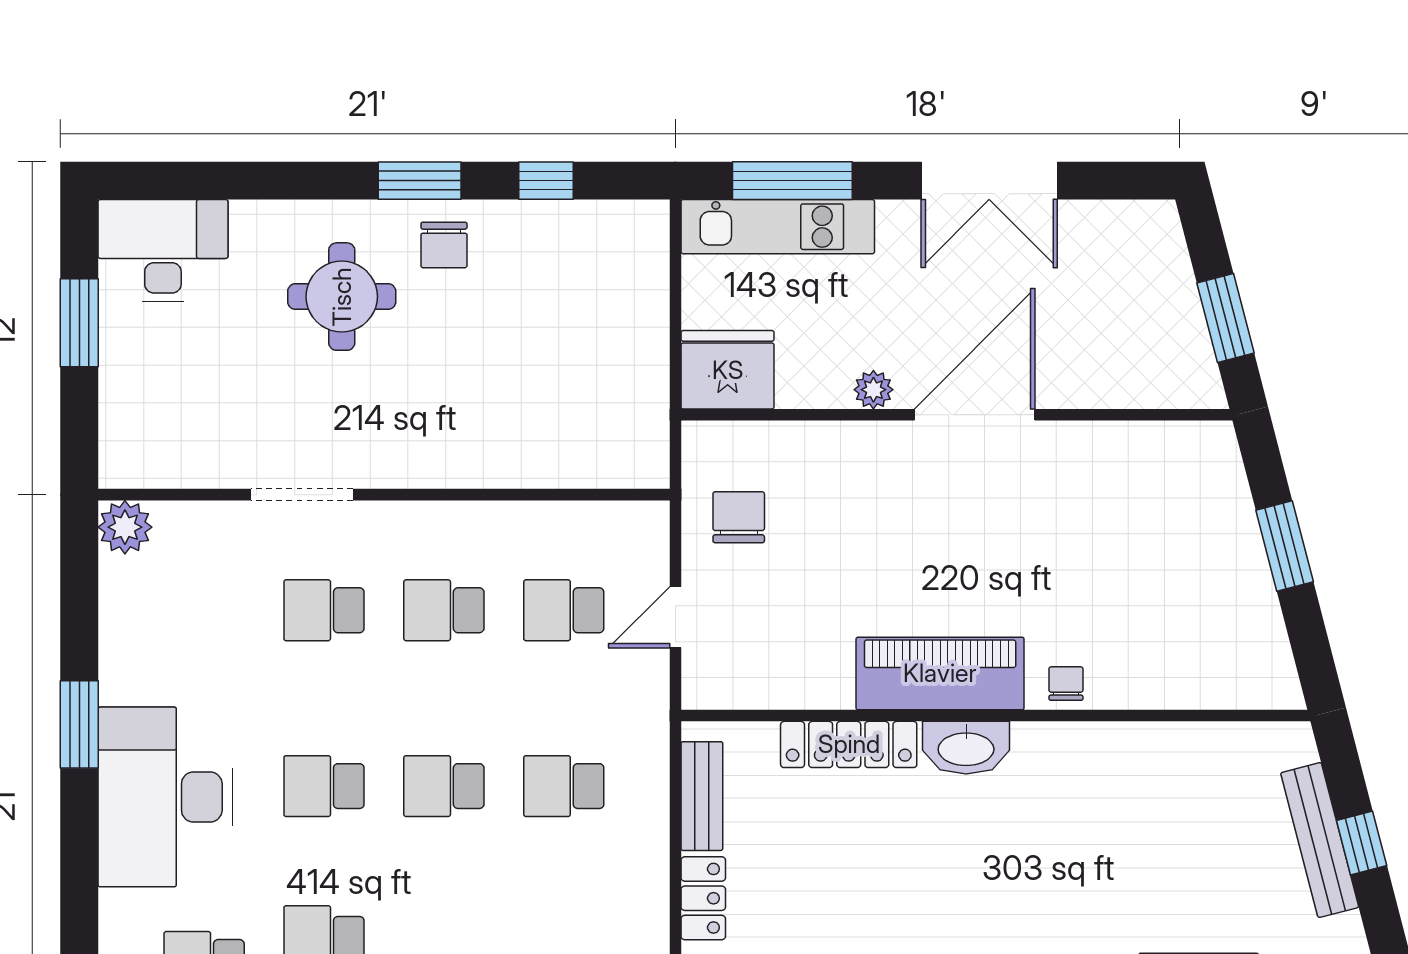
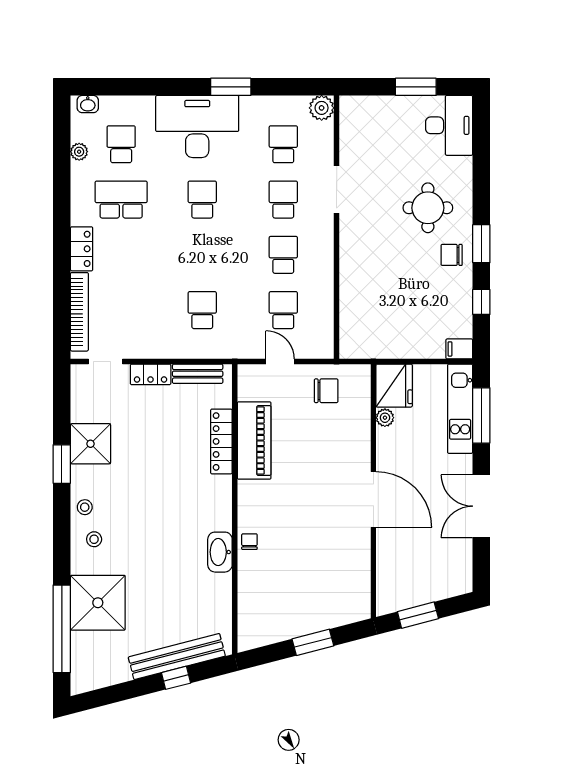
filing cabinet: (648, 228) -> (459, 349), added
plant: (873, 390) -> (385, 418), moved
piano: (940, 673) -> (254, 441), moved
chair: (1066, 684) -> (249, 542), turned -90
washbasin: (966, 748) -> (220, 552), moved
school desk: (444, 786) -> (283, 144), moved
bench: (1320, 840) -> (177, 657), width x1.37, depth x1.21

